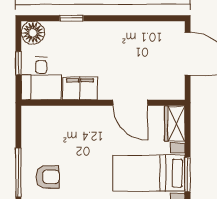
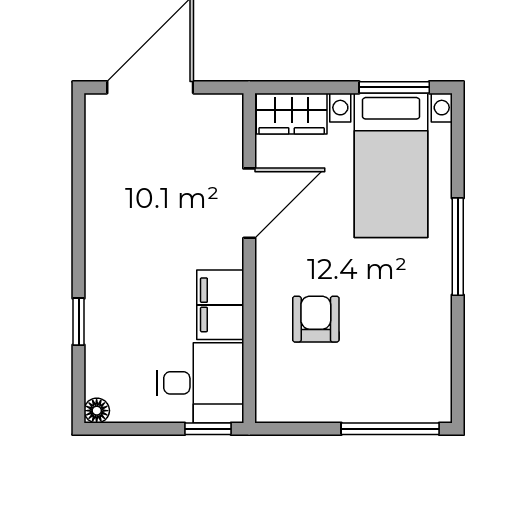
floor lamp: (33, 33) -> (97, 411), width x0.53, depth x0.53
window: (18, 63) -> (208, 429), moved
armchair: (48, 177) -> (316, 319), moved

